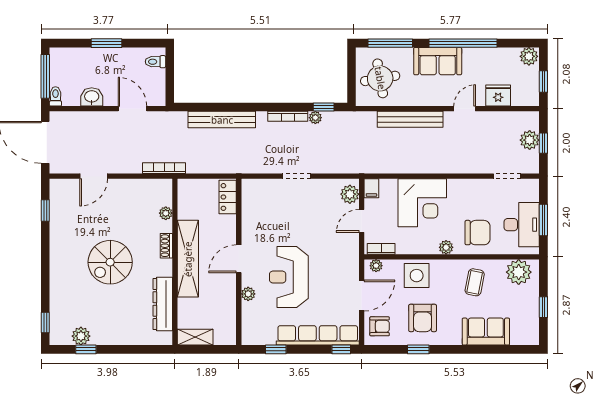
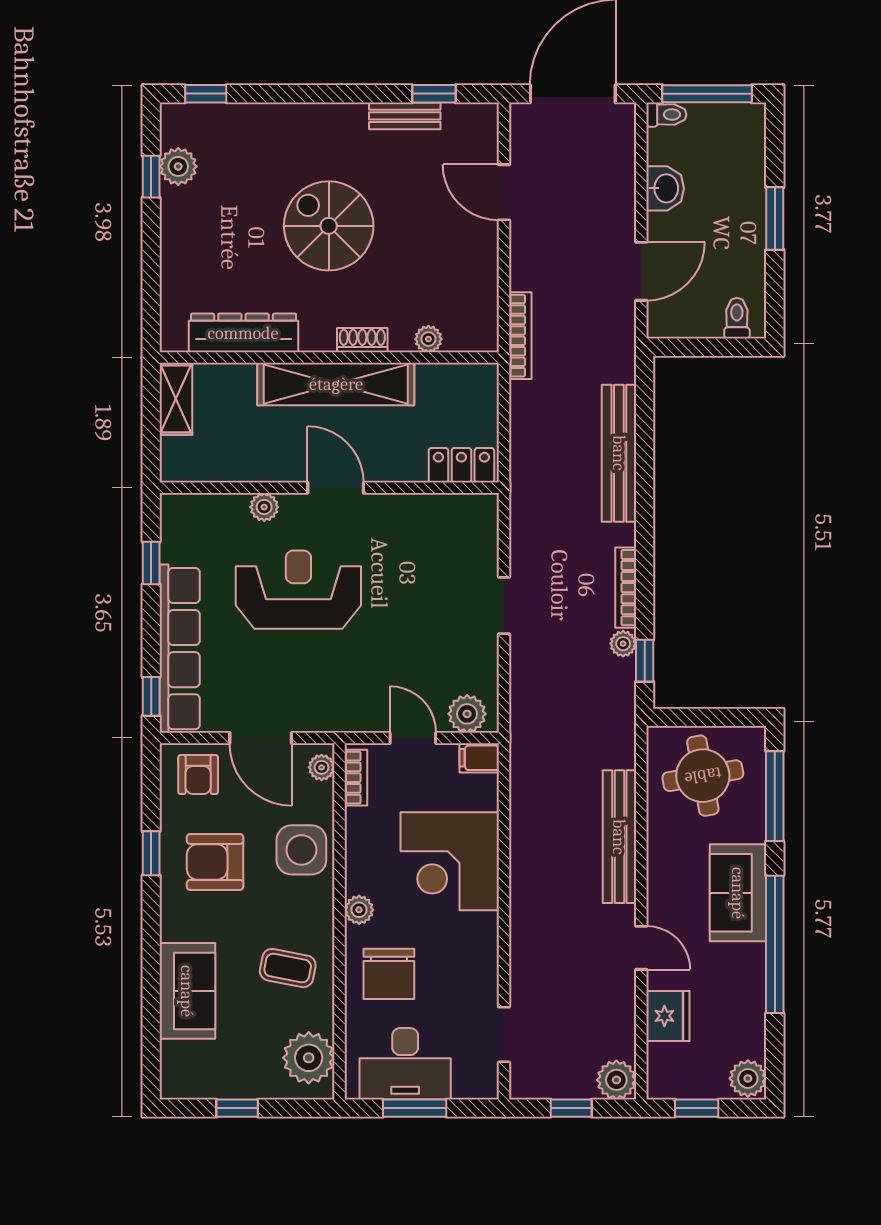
plant: (530, 140) -> (616, 1080), moved
bench: (56, 225) -> (405, 116), added

